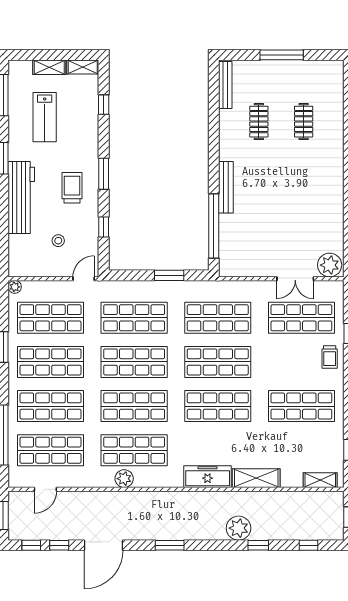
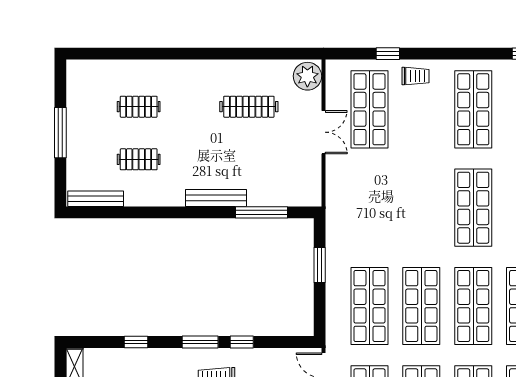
window: (104, 105) -> (136, 342), moved
clothes rail: (304, 215) -> (249, 107), added
window: (214, 226) -> (262, 212), width x0.68
window: (104, 227) -> (242, 342), moved
double door: (295, 279) -> (323, 132), moved
shop shelf: (218, 318) -> (369, 208), removed
shop shelf: (218, 362) -> (421, 208), removed

